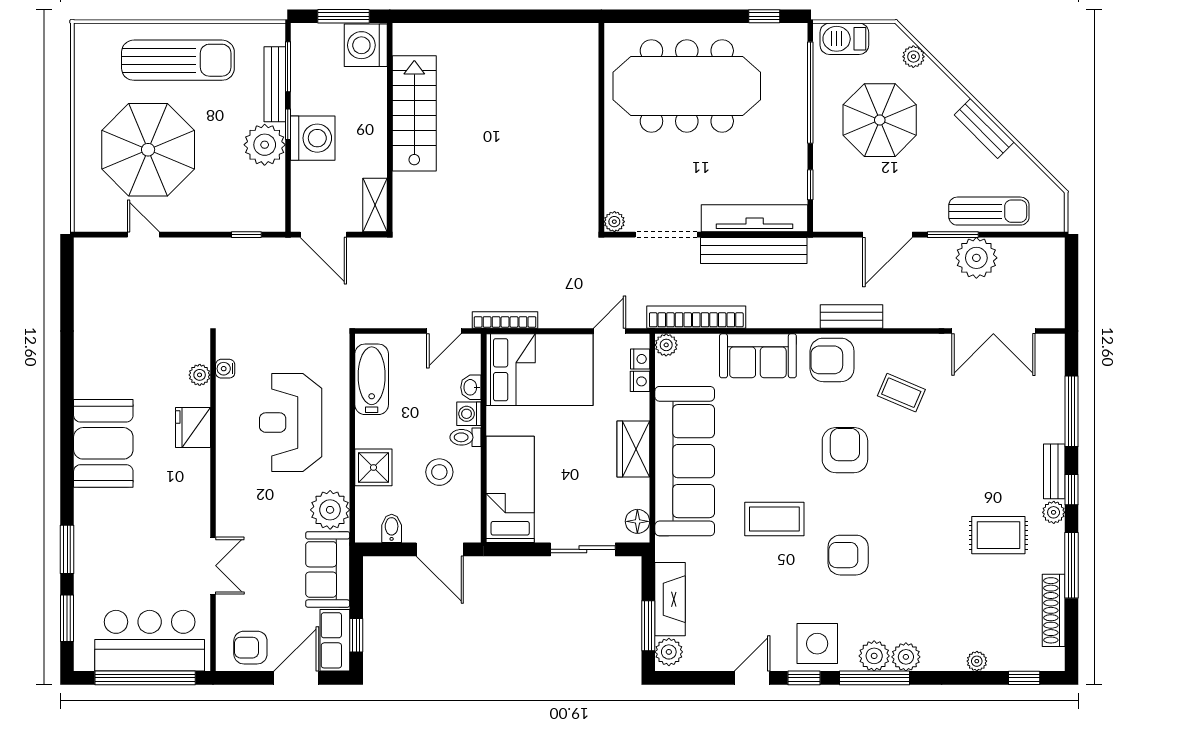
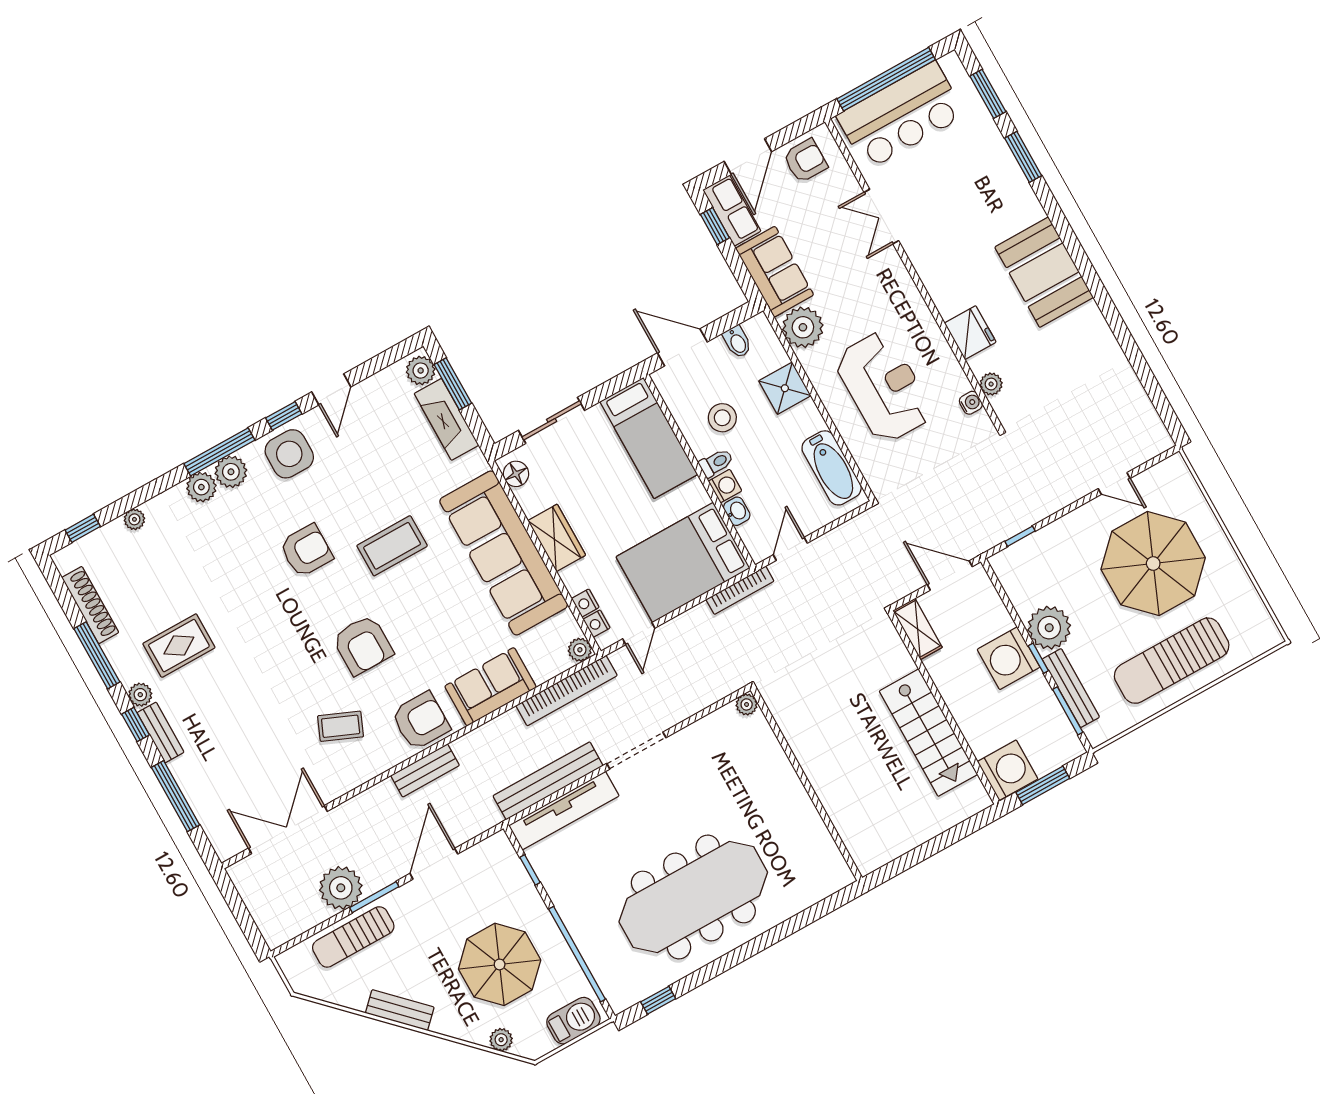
wall: (601, 127) -> (807, 784), moved
plant: (614, 222) -> (747, 704), moved

